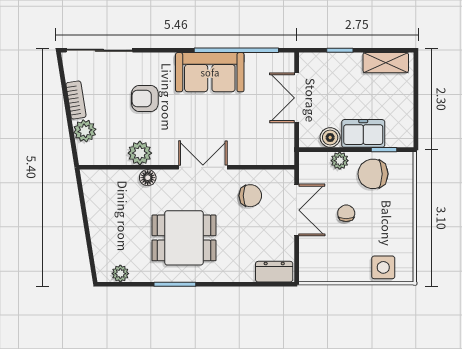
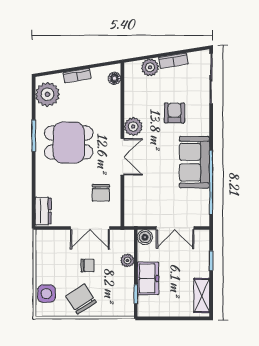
double door: (297, 98) -> (175, 228), swing flipped
boiler: (330, 137) -> (145, 237), moved
plant: (140, 153) -> (133, 126), moved
chair: (373, 174) -> (81, 299), moved, turned -33
floor lamp: (148, 178) -> (114, 78), moved
bookcase: (96, 227) -> (77, 76), added
dining table: (184, 238) -> (69, 143), turned 90
plant: (120, 274) -> (47, 94), width x1.88, depth x1.88

